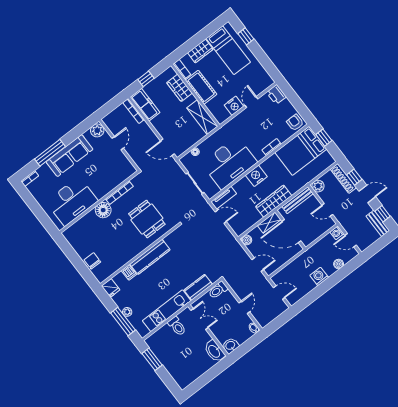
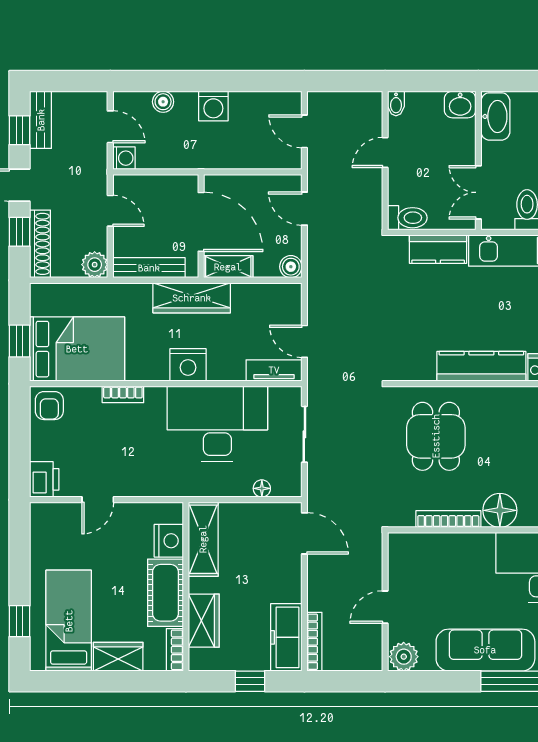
nightstand: (234, 106) -> (169, 541), moved, turned 90

